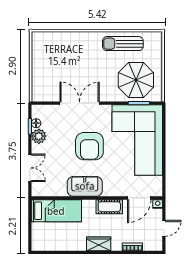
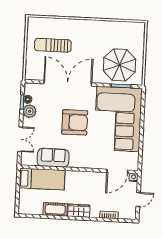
sun lounger: (123, 44) -> (53, 45), moved
double door: (80, 103) -> (68, 83), width x1.36
armchair: (89, 146) -> (75, 122), turned -90
sofa: (85, 186) -> (53, 158), moved
cot: (109, 207) -> (55, 209), moved

